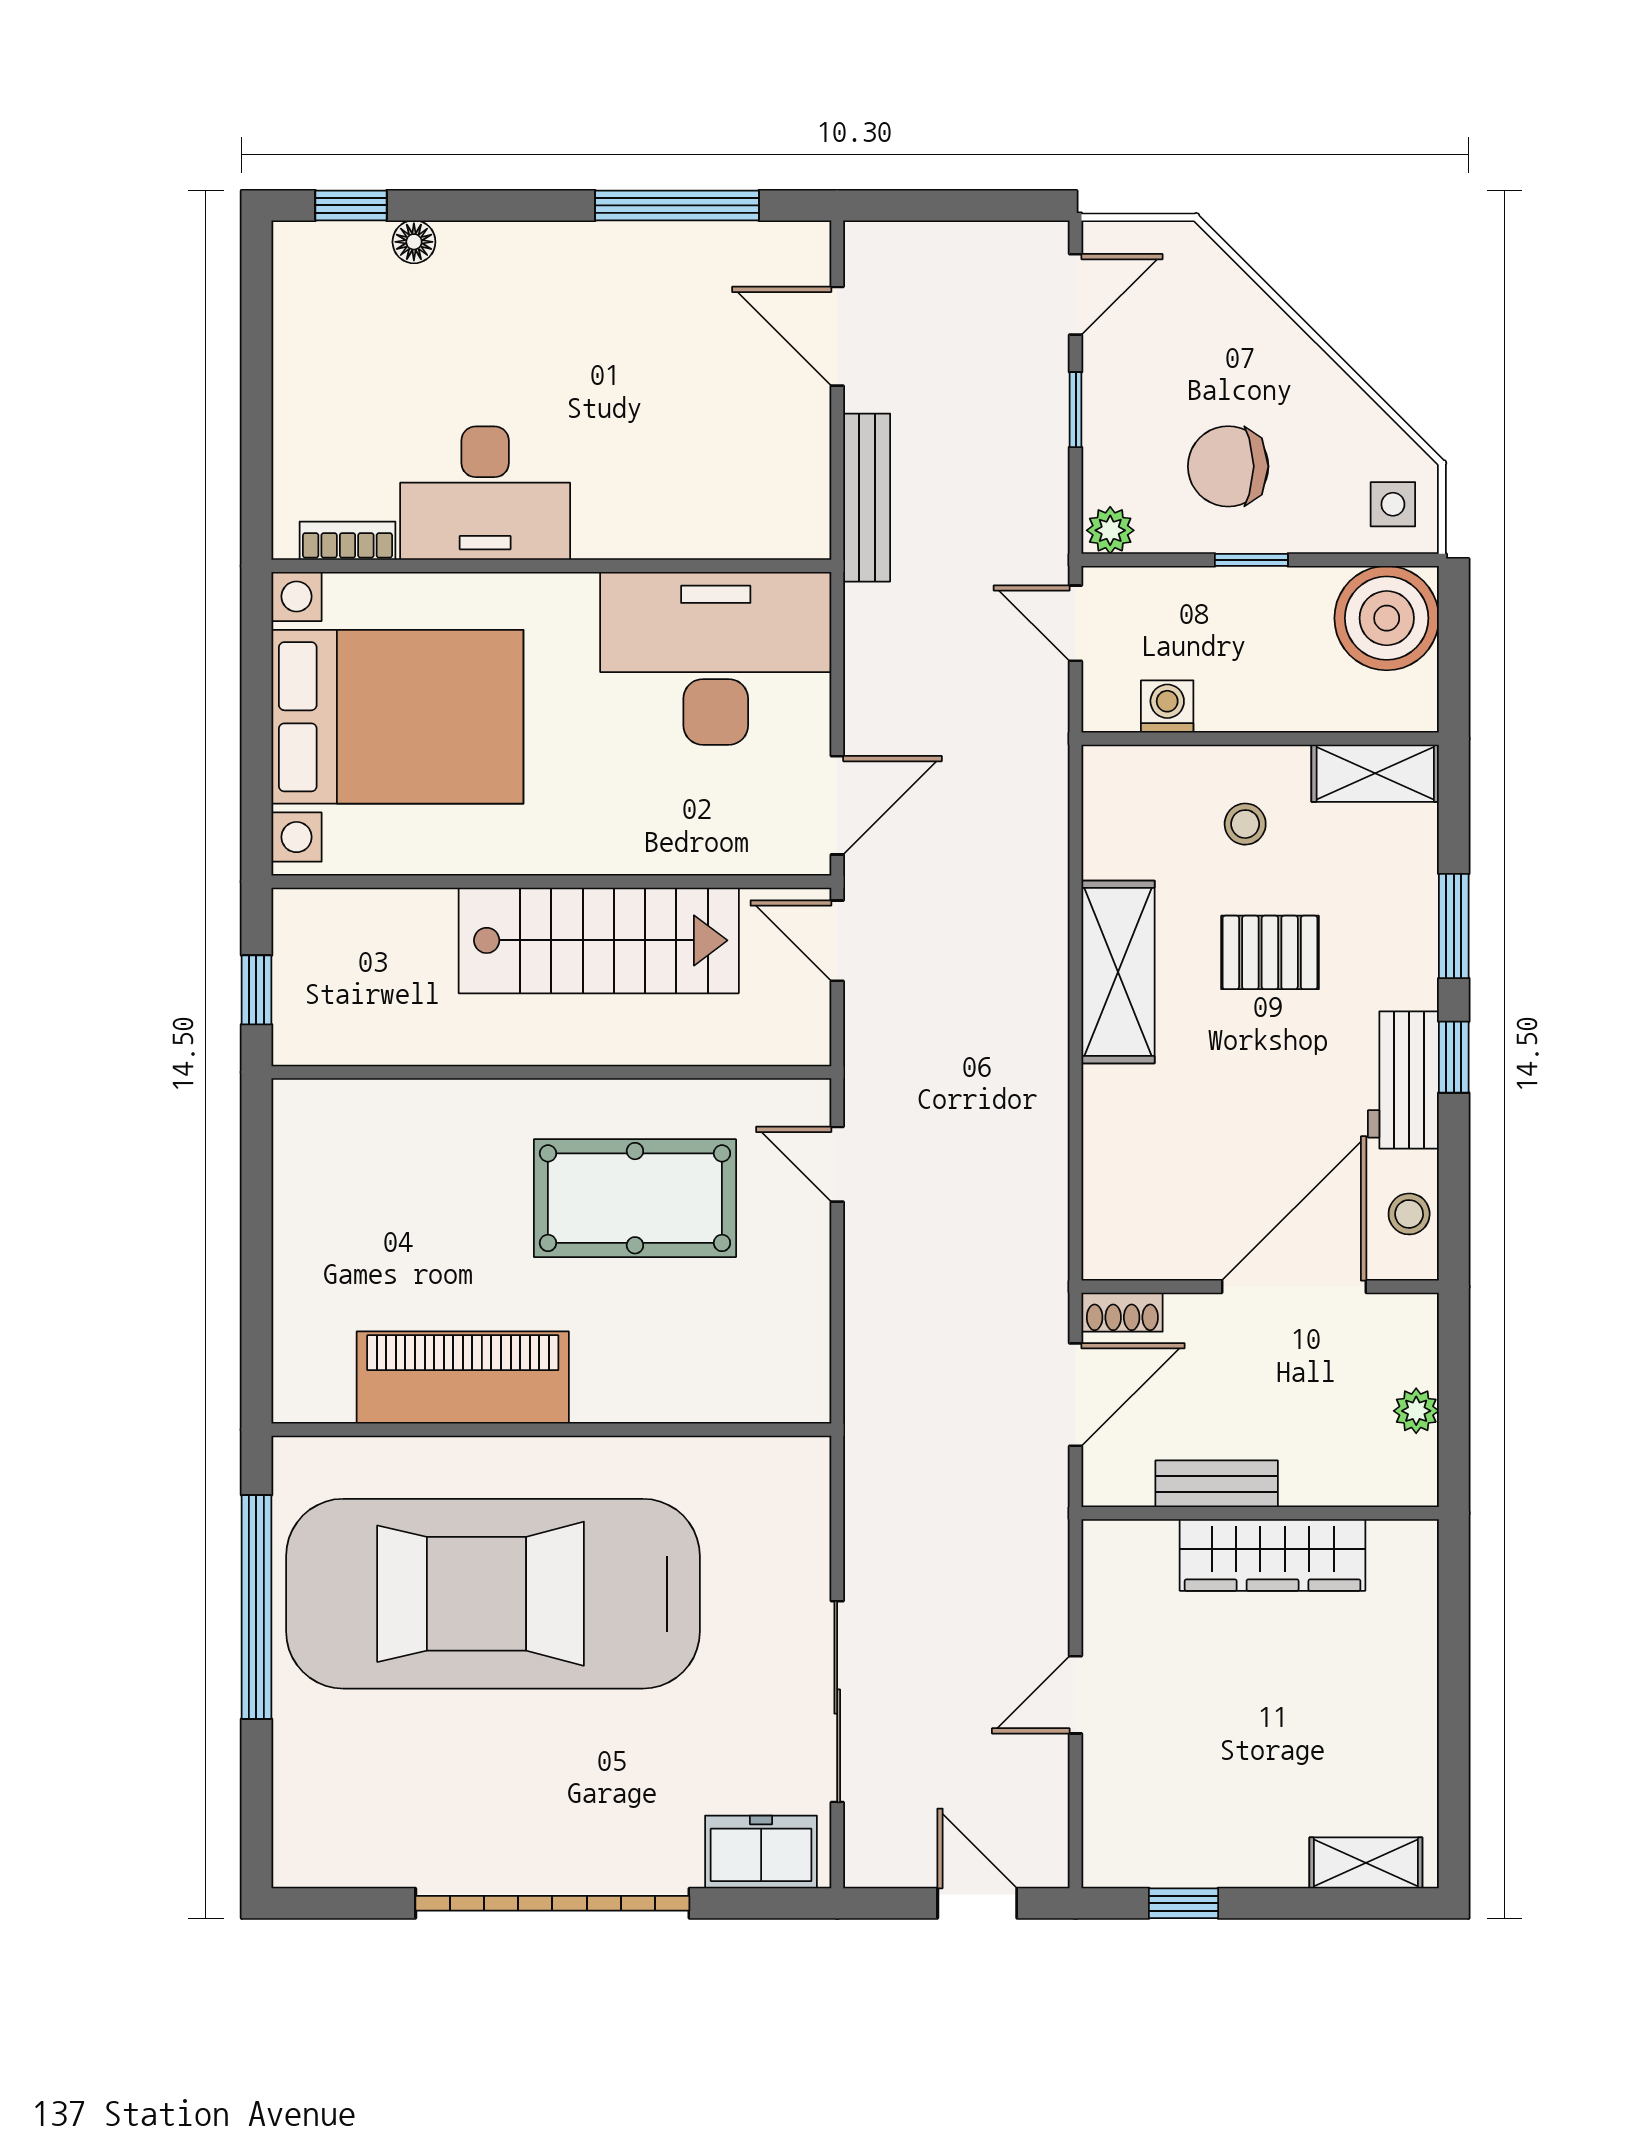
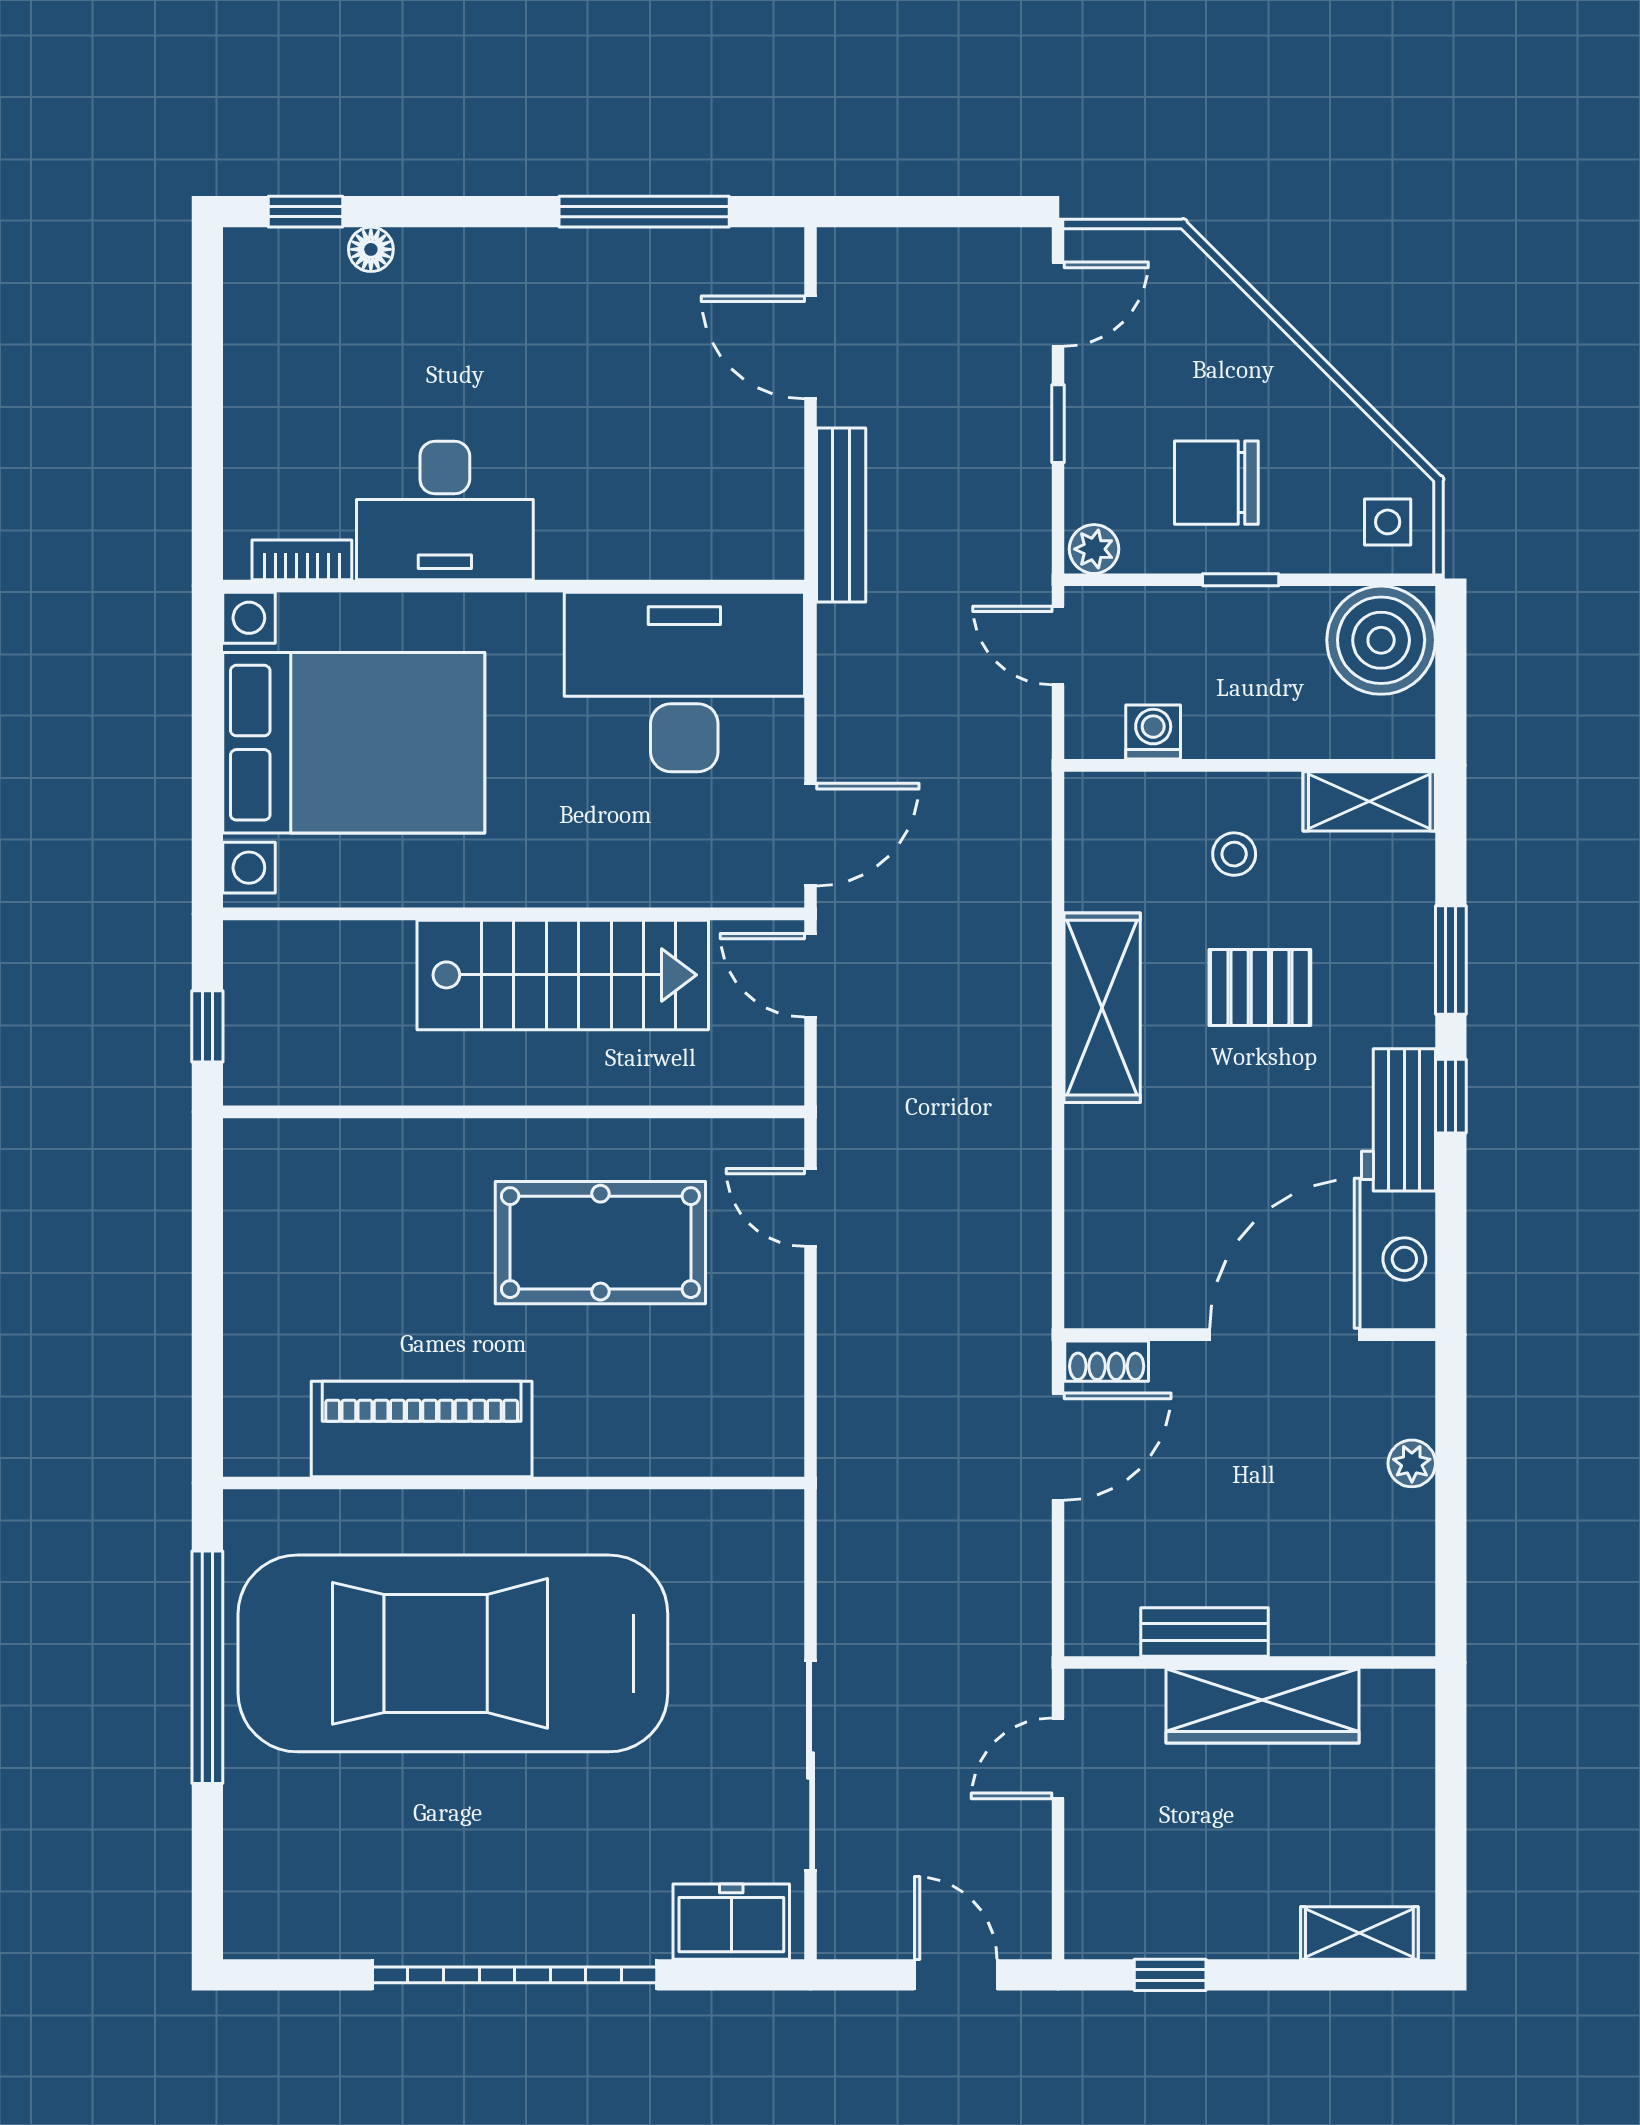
bench: (1217, 1484) -> (1205, 1632), moved
wall: (1260, 1513) -> (1250, 1662), moved
wardrobe: (1273, 1555) -> (1263, 1706), moved

